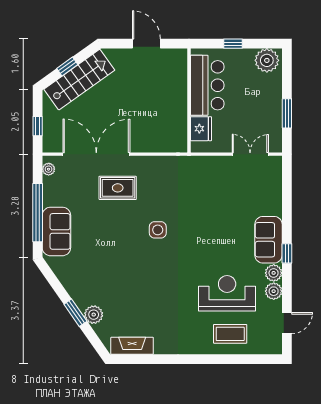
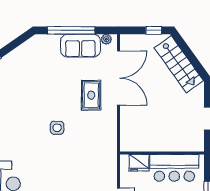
window: (67, 67) -> (189, 54), removed
window: (38, 126) -> (154, 30), moved
sofa: (56, 231) -> (80, 46), moved

